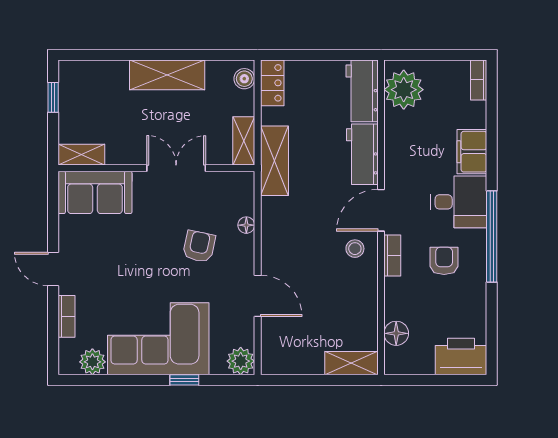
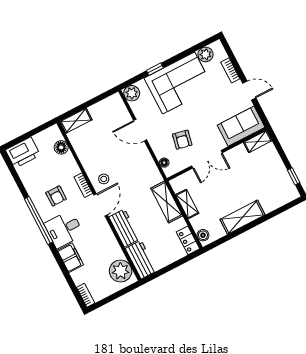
shelving: (81, 155) -> (258, 142), moved
wall: (156, 168) -> (217, 154), moved
double door: (176, 168) -> (207, 159), moved
sofa: (95, 192) -> (241, 126), moved

